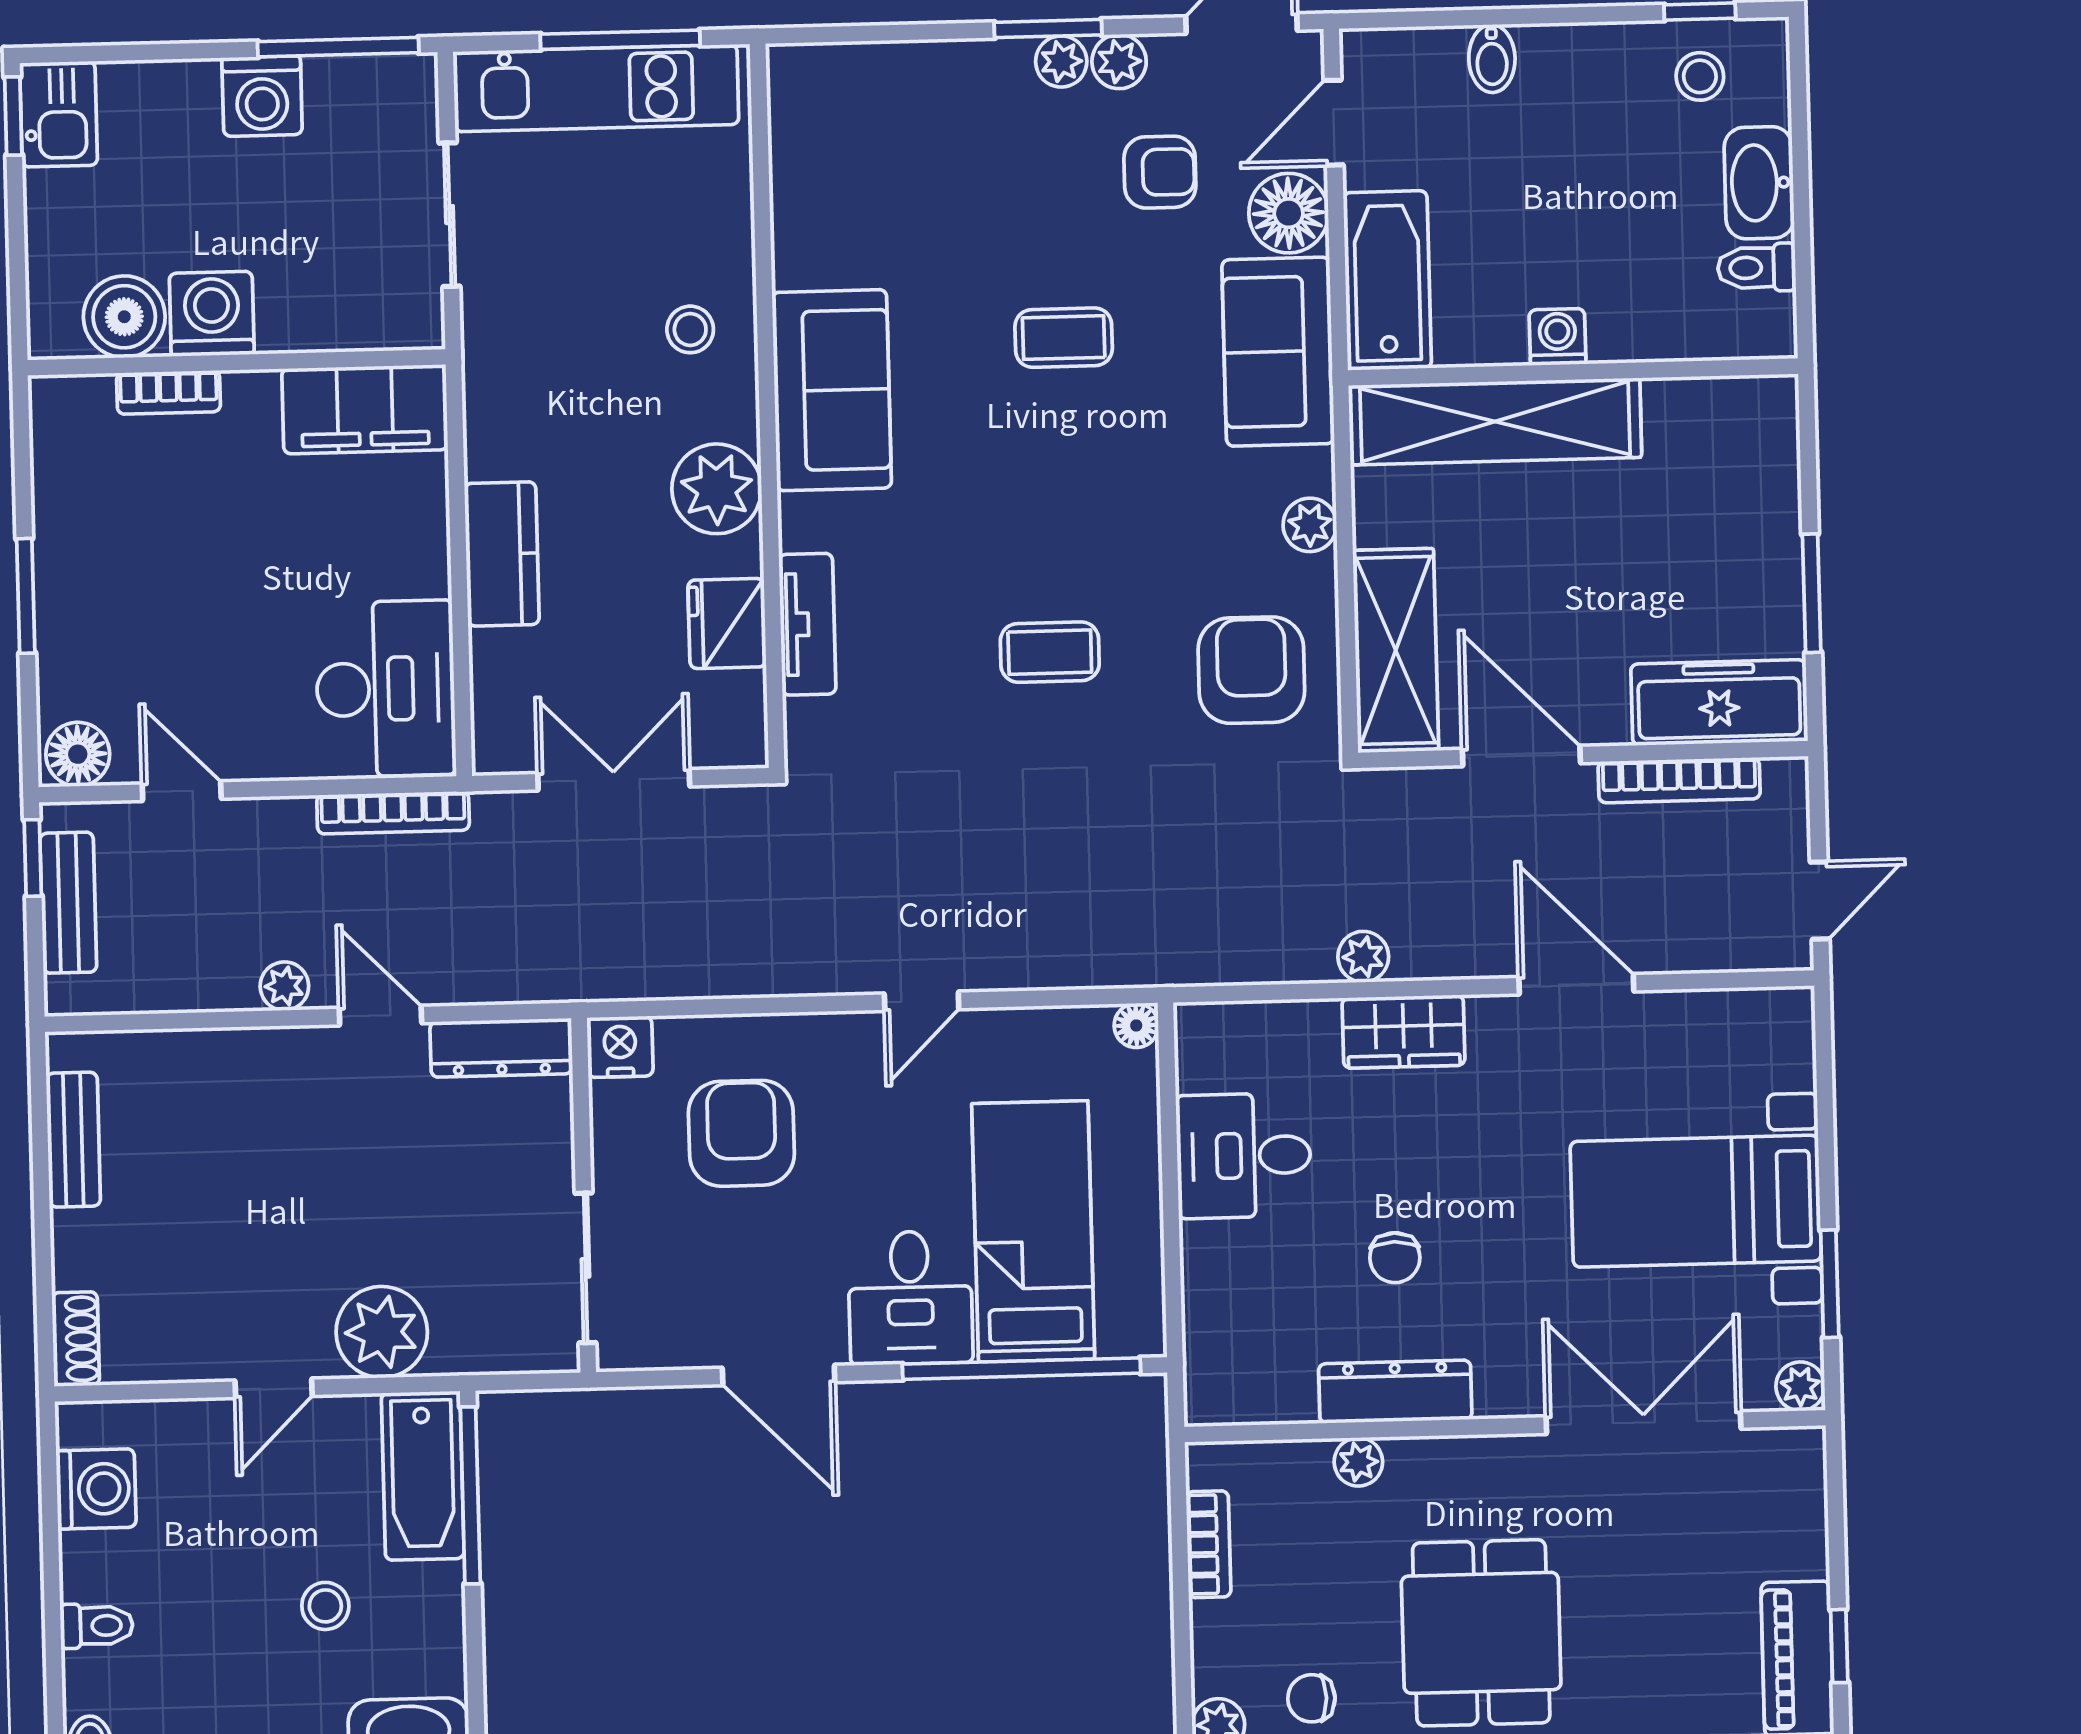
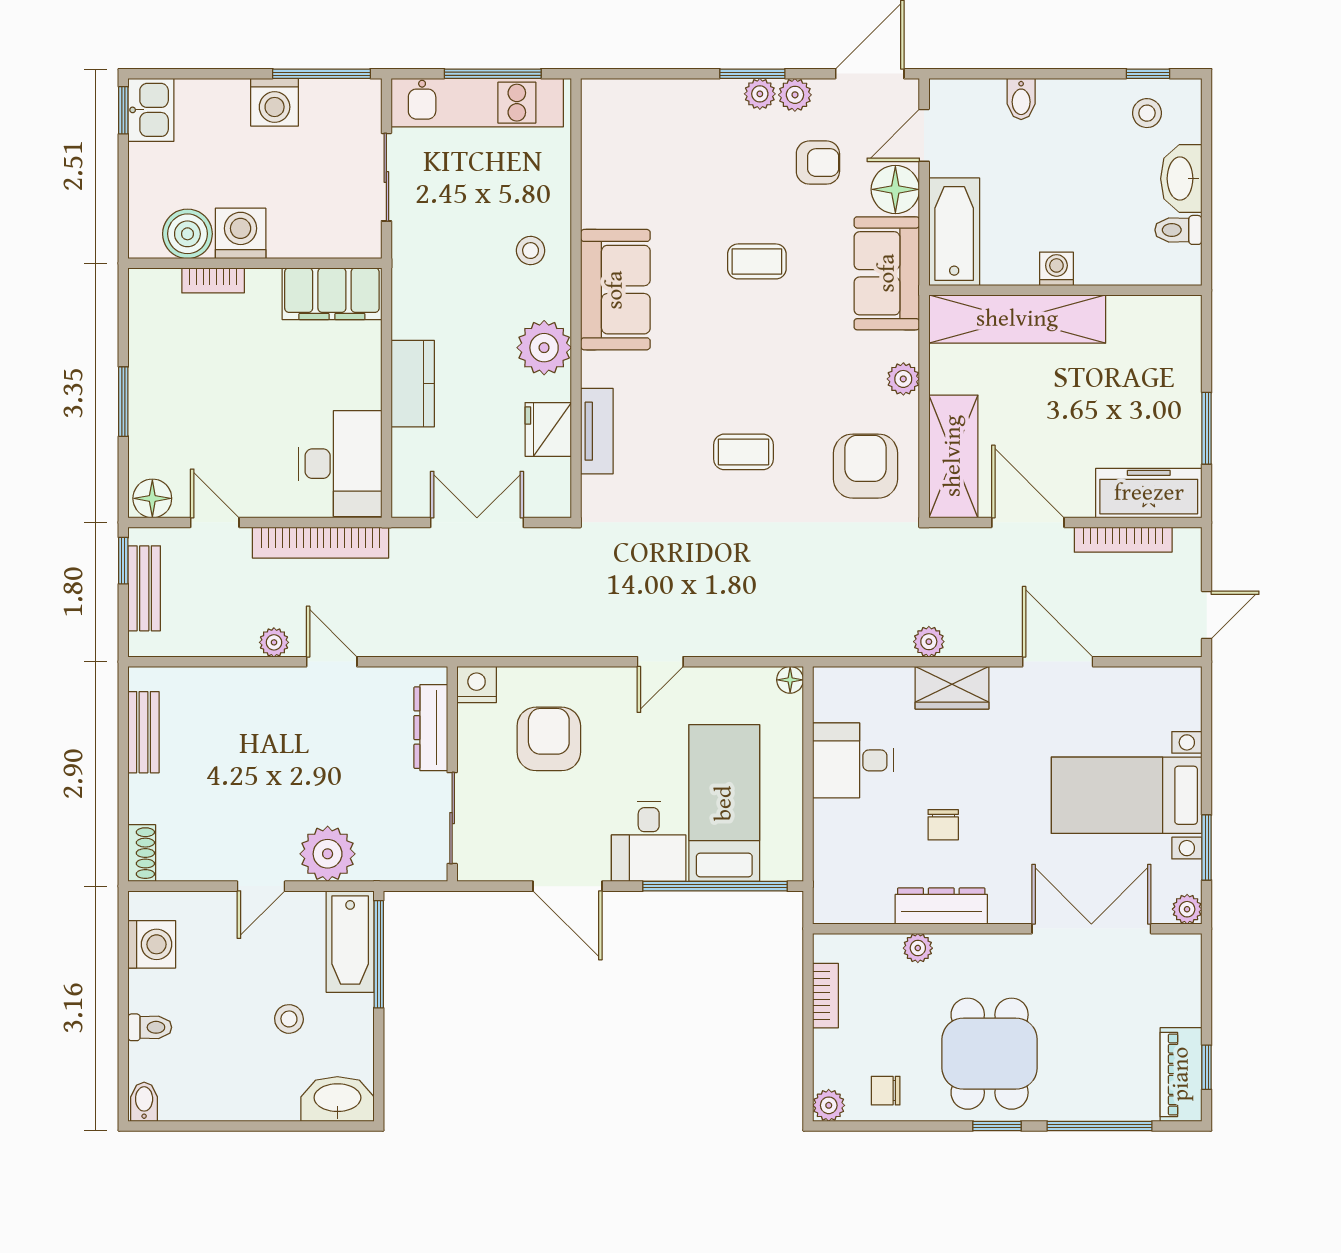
bookcase: (393, 813) -> (321, 543), width x1.48, depth x1.31
dresser: (501, 1048) -> (431, 728), moved, turned 90

